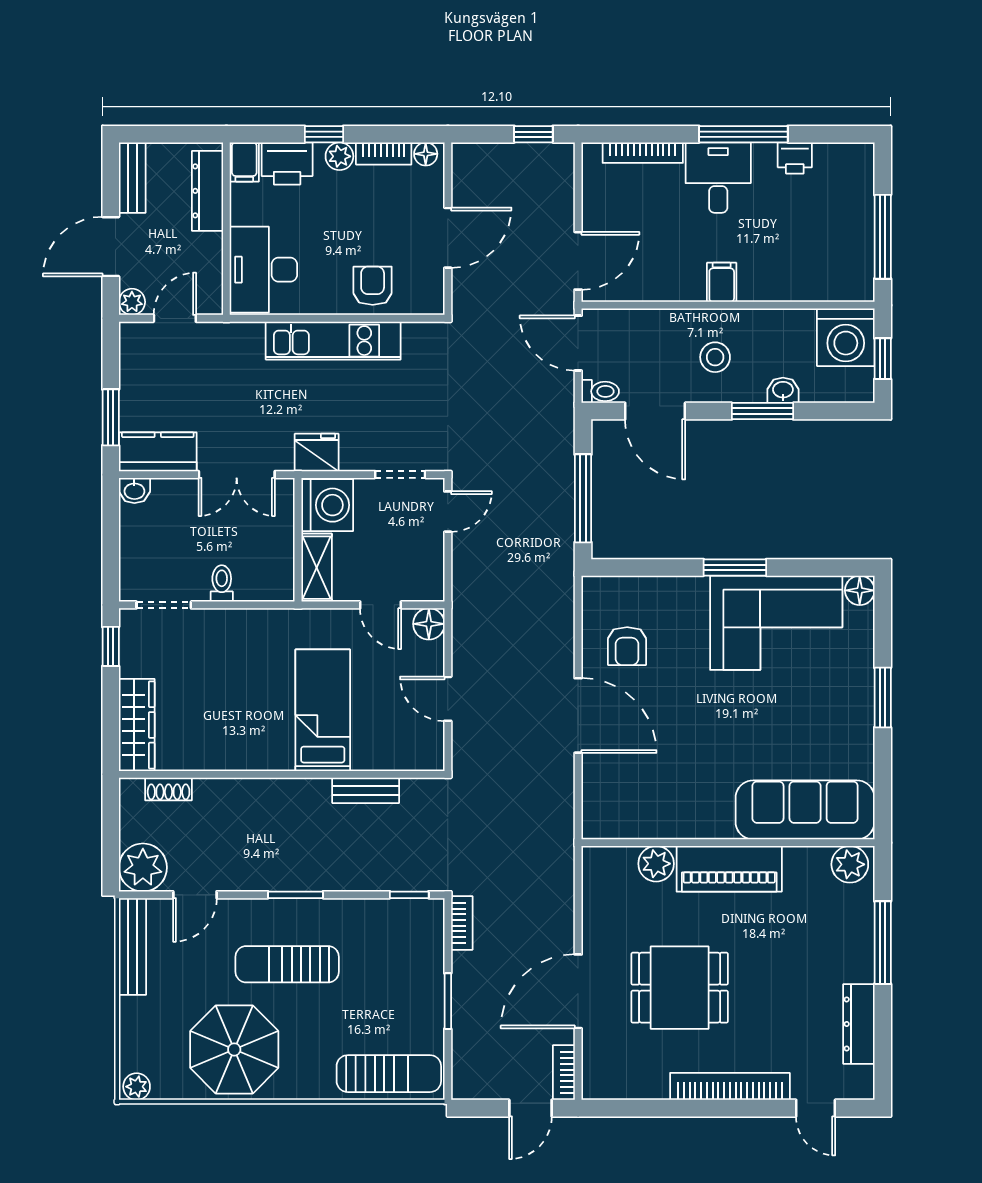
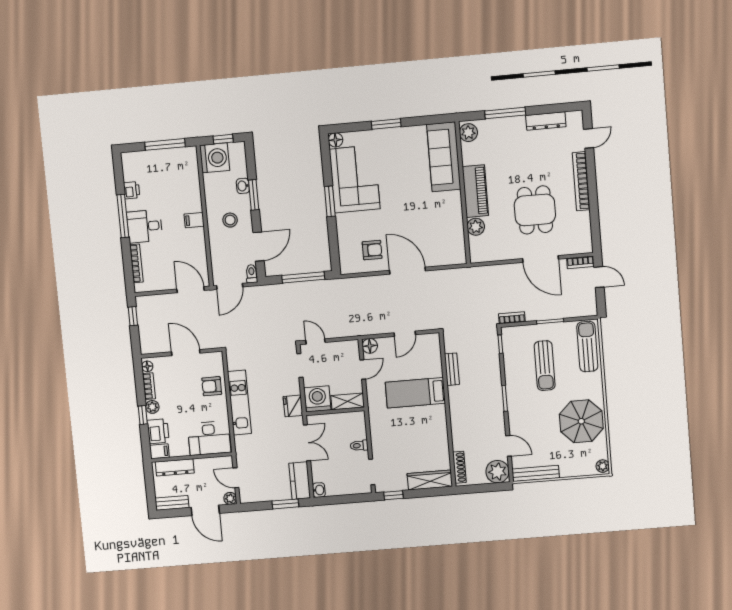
door: (578, 715) -> (407, 271), hinge flipped
shoe rack: (169, 789) -> (459, 467), width x1.43
sun lounger: (287, 964) -> (545, 366), moved

